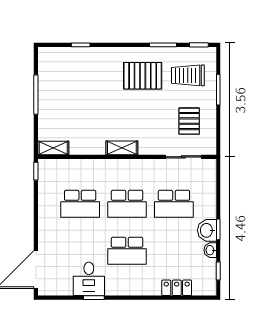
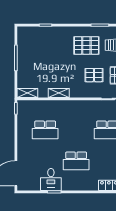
pallet: (154, 121) -> (94, 75), added
shelving: (122, 148) -> (59, 93), moved
school desk: (127, 204) -> (76, 130), removed

